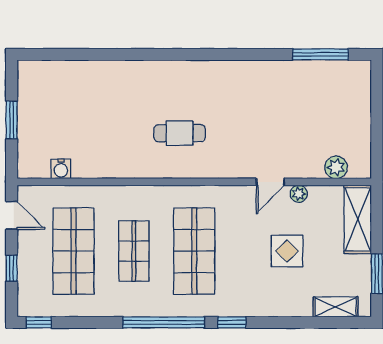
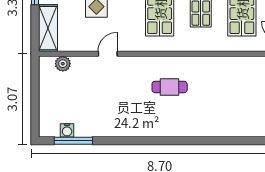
water cooler: (61, 169) -> (67, 130), moved, turned 180
plant: (299, 194) -> (88, 46), removed

